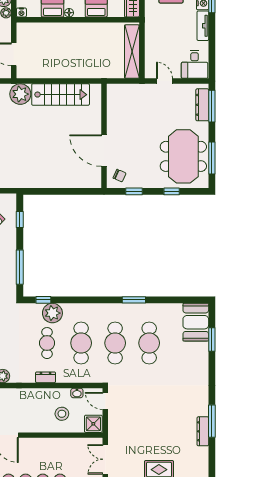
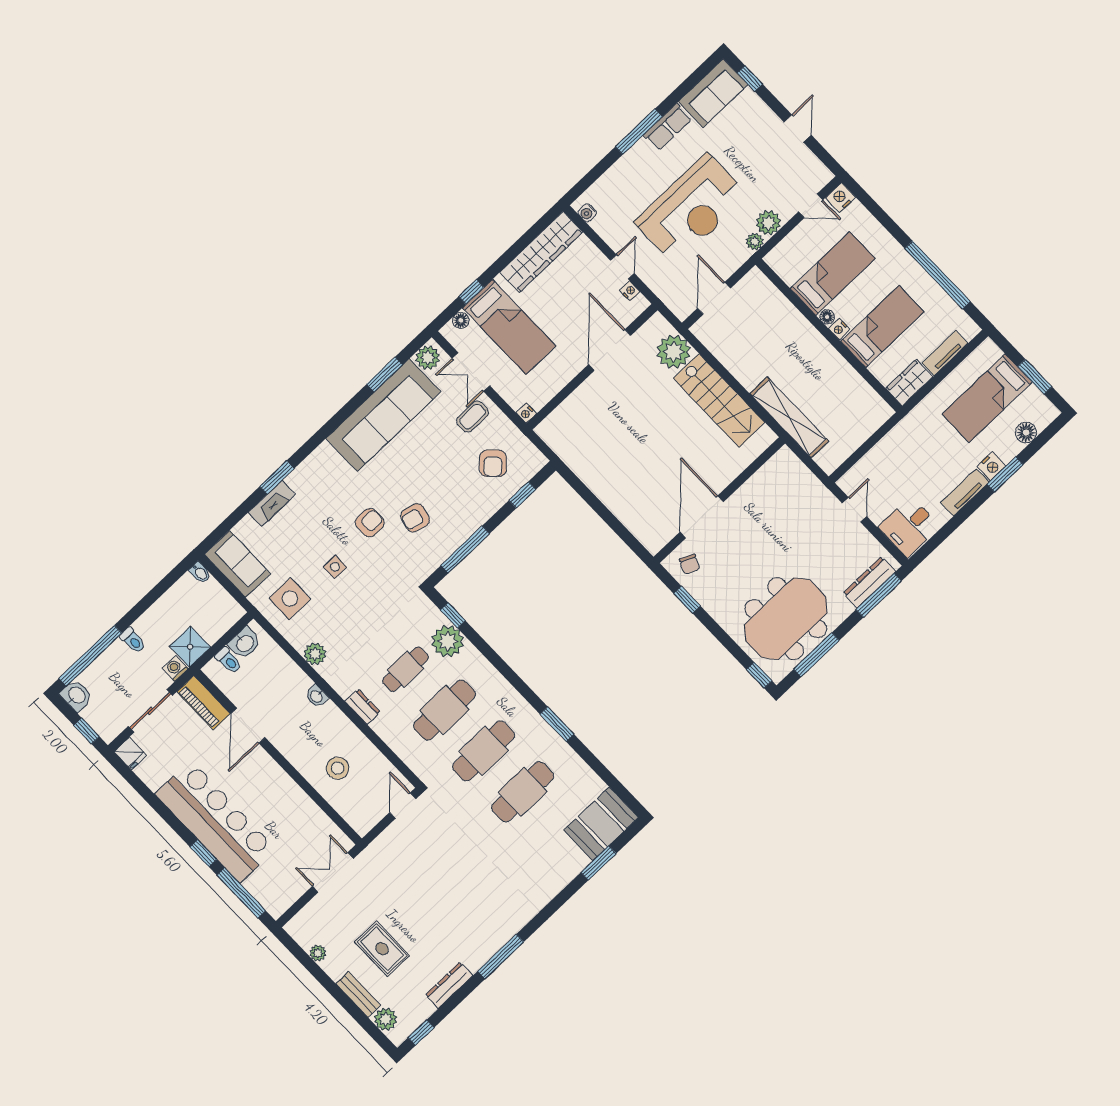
nightstand: (21, 12) -> (839, 329), moved
shelving: (132, 52) -> (789, 417), moved, turned 90
window: (172, 191) -> (759, 675), moved
washbasin: (77, 393) -> (317, 696), moved
shower: (93, 424) -> (362, 817), removed
dresser: (203, 431) -> (449, 985), moved

